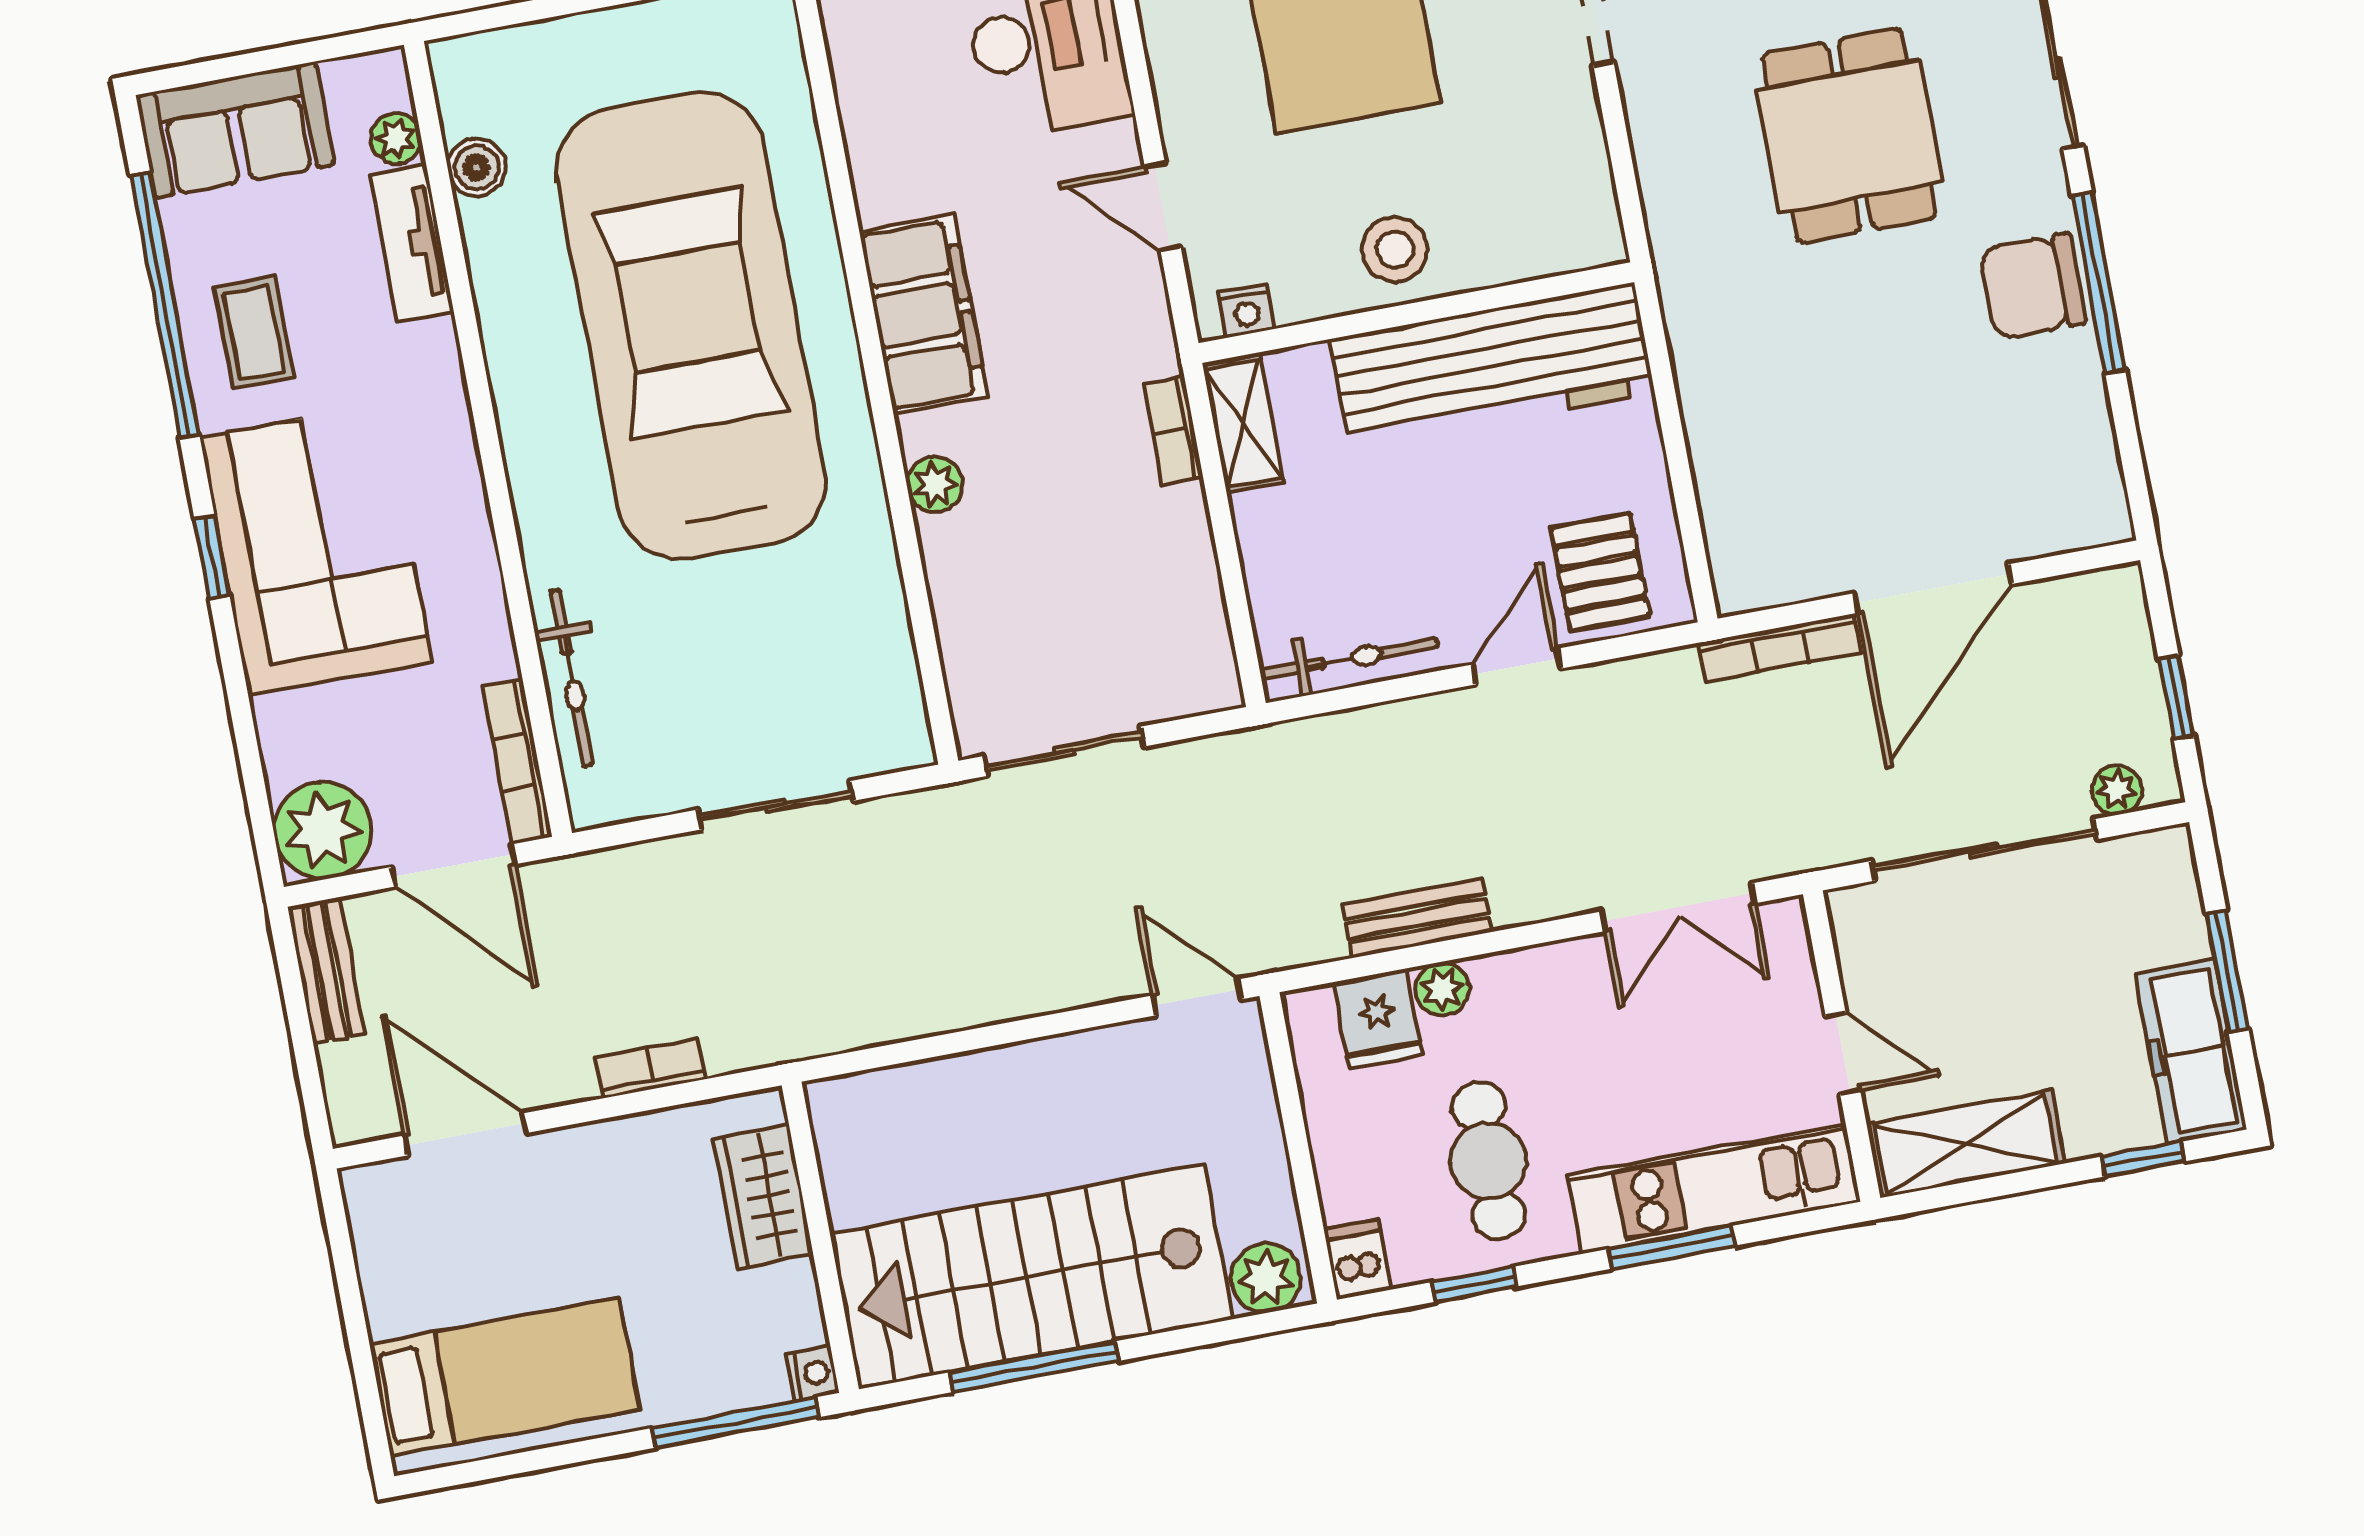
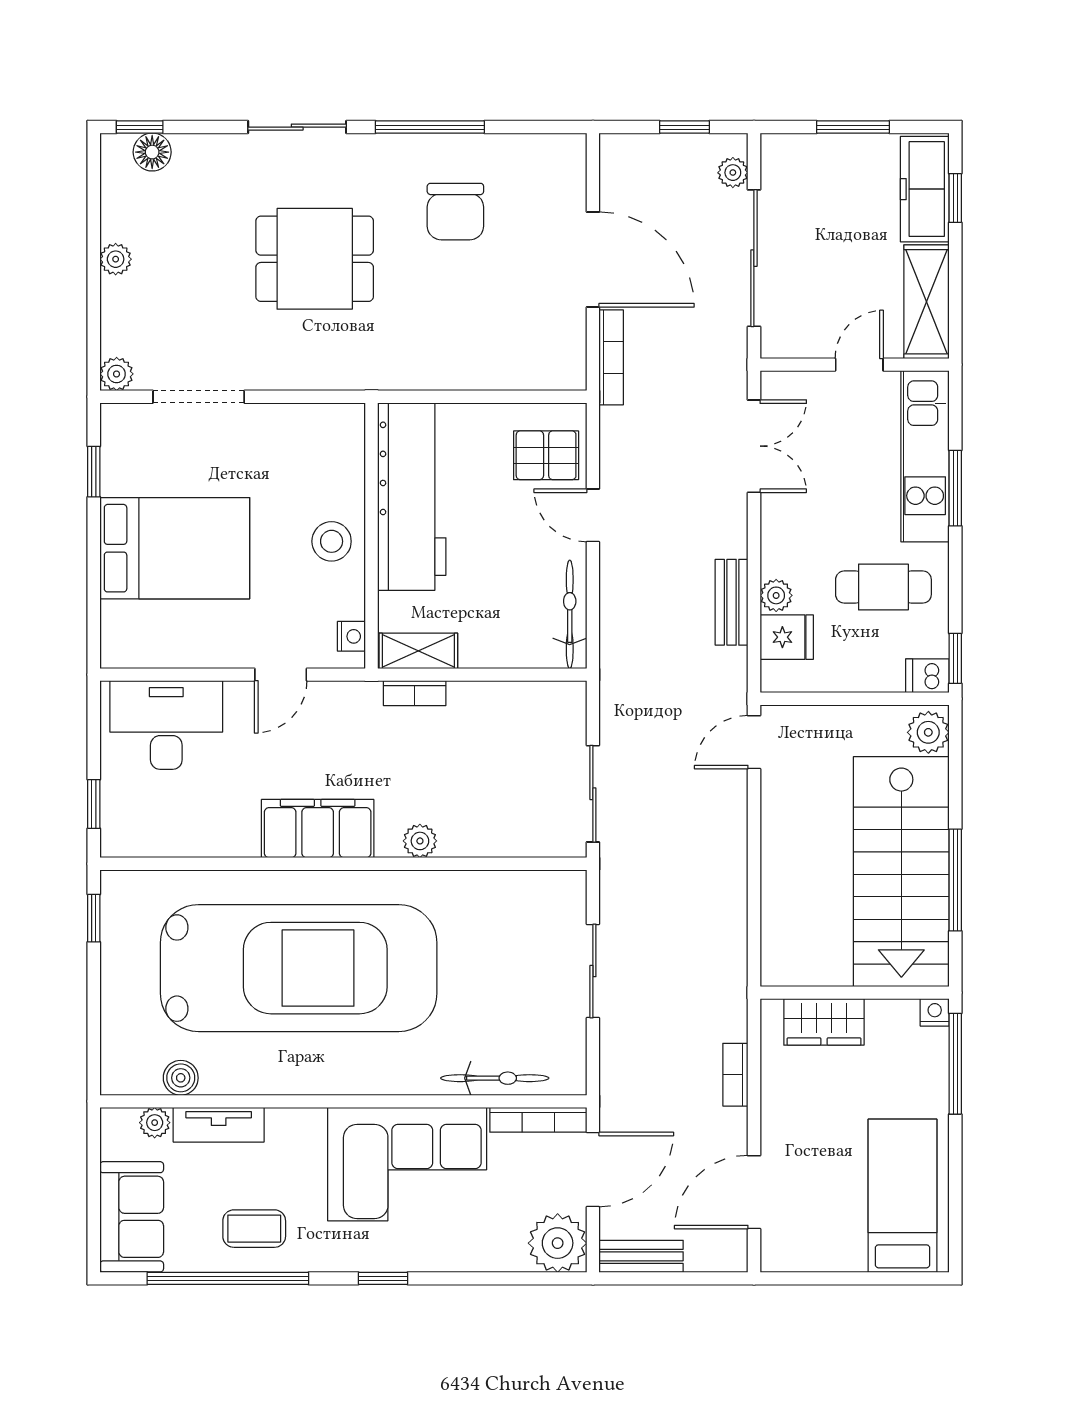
chair: (2033, 286) -> (455, 212), moved
car: (691, 326) -> (299, 968), turned 180
corner sofa: (316, 550) -> (407, 1164), moved, turned 180
freezer: (2191, 1051) -> (925, 189), moved, turned 90
window: (1474, 1284) -> (955, 658), moved

